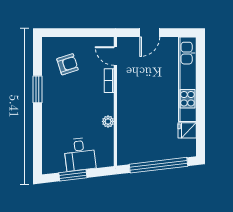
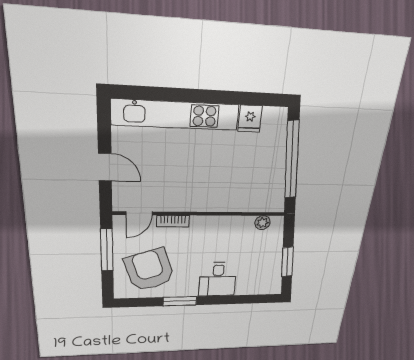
window: (85, 33) -> (107, 250), added
armchair: (67, 64) -> (149, 270), width x1.88, depth x1.88
plant: (108, 121) -> (262, 223), moved
desk: (80, 154) -> (218, 279), moved, turned 97

